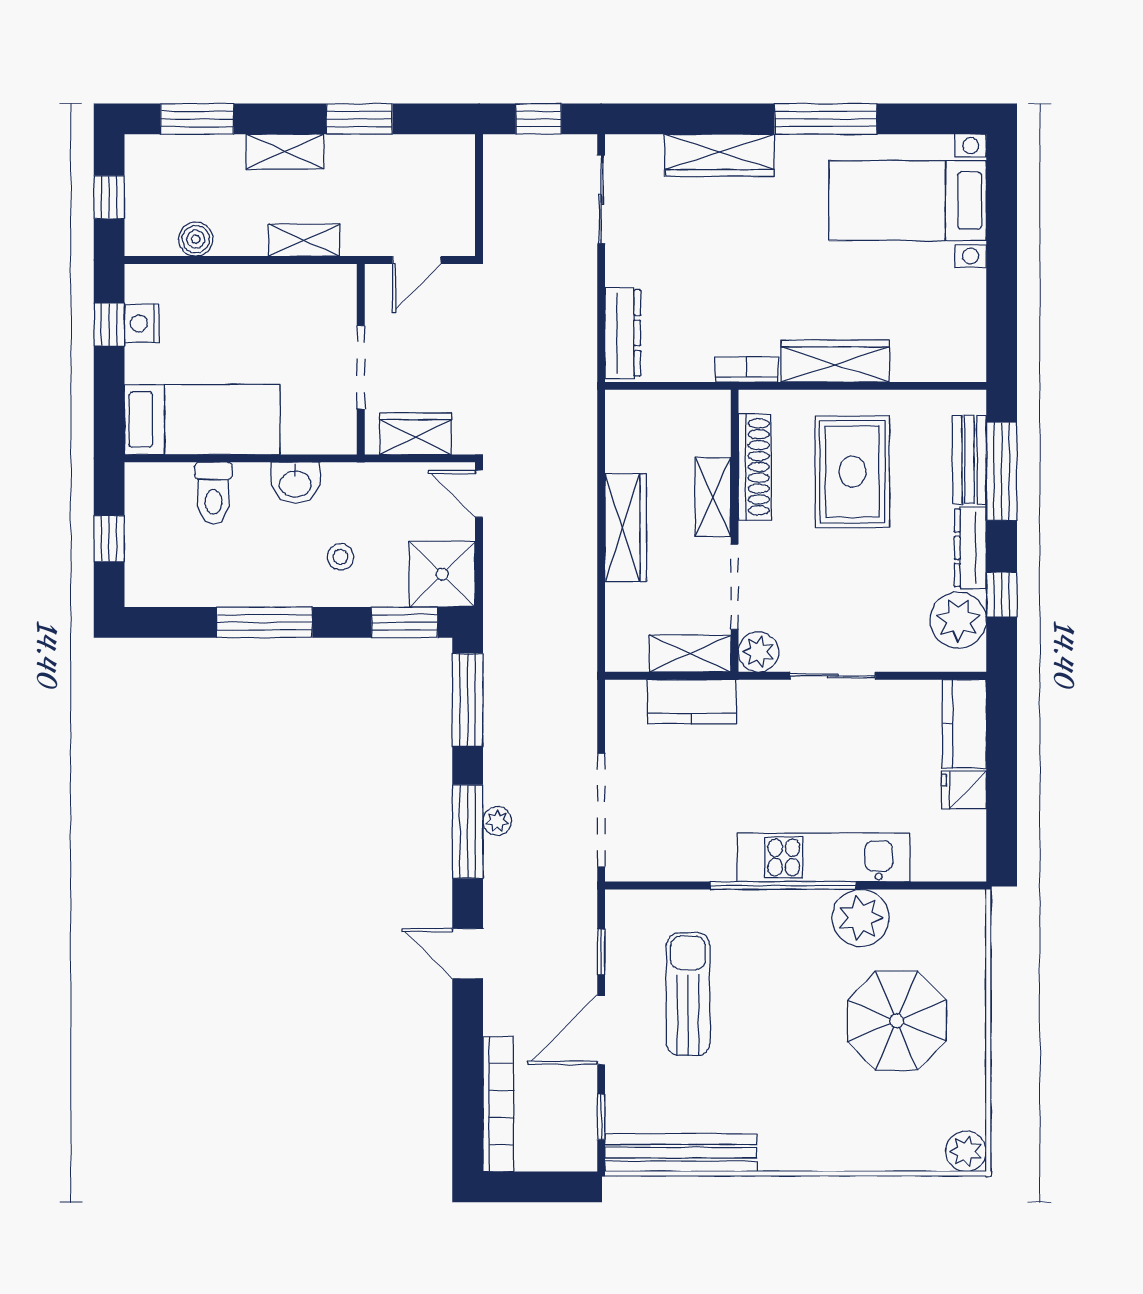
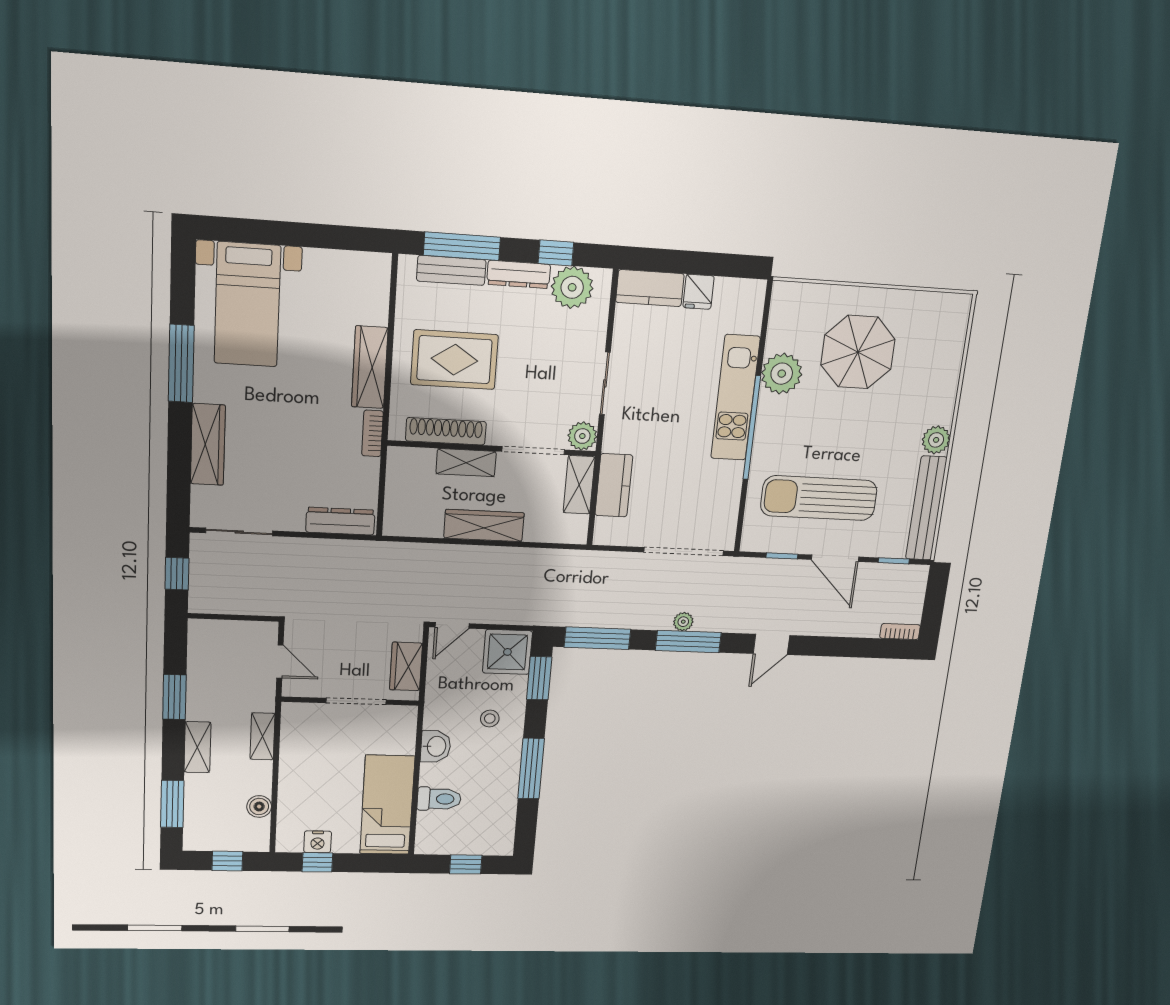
sun lounger: (688, 994) -> (819, 498), width x1.36, depth x1.34
bookcase: (498, 1104) -> (900, 632), width x0.43, depth x0.76
plant: (966, 1151) -> (936, 440), moved

